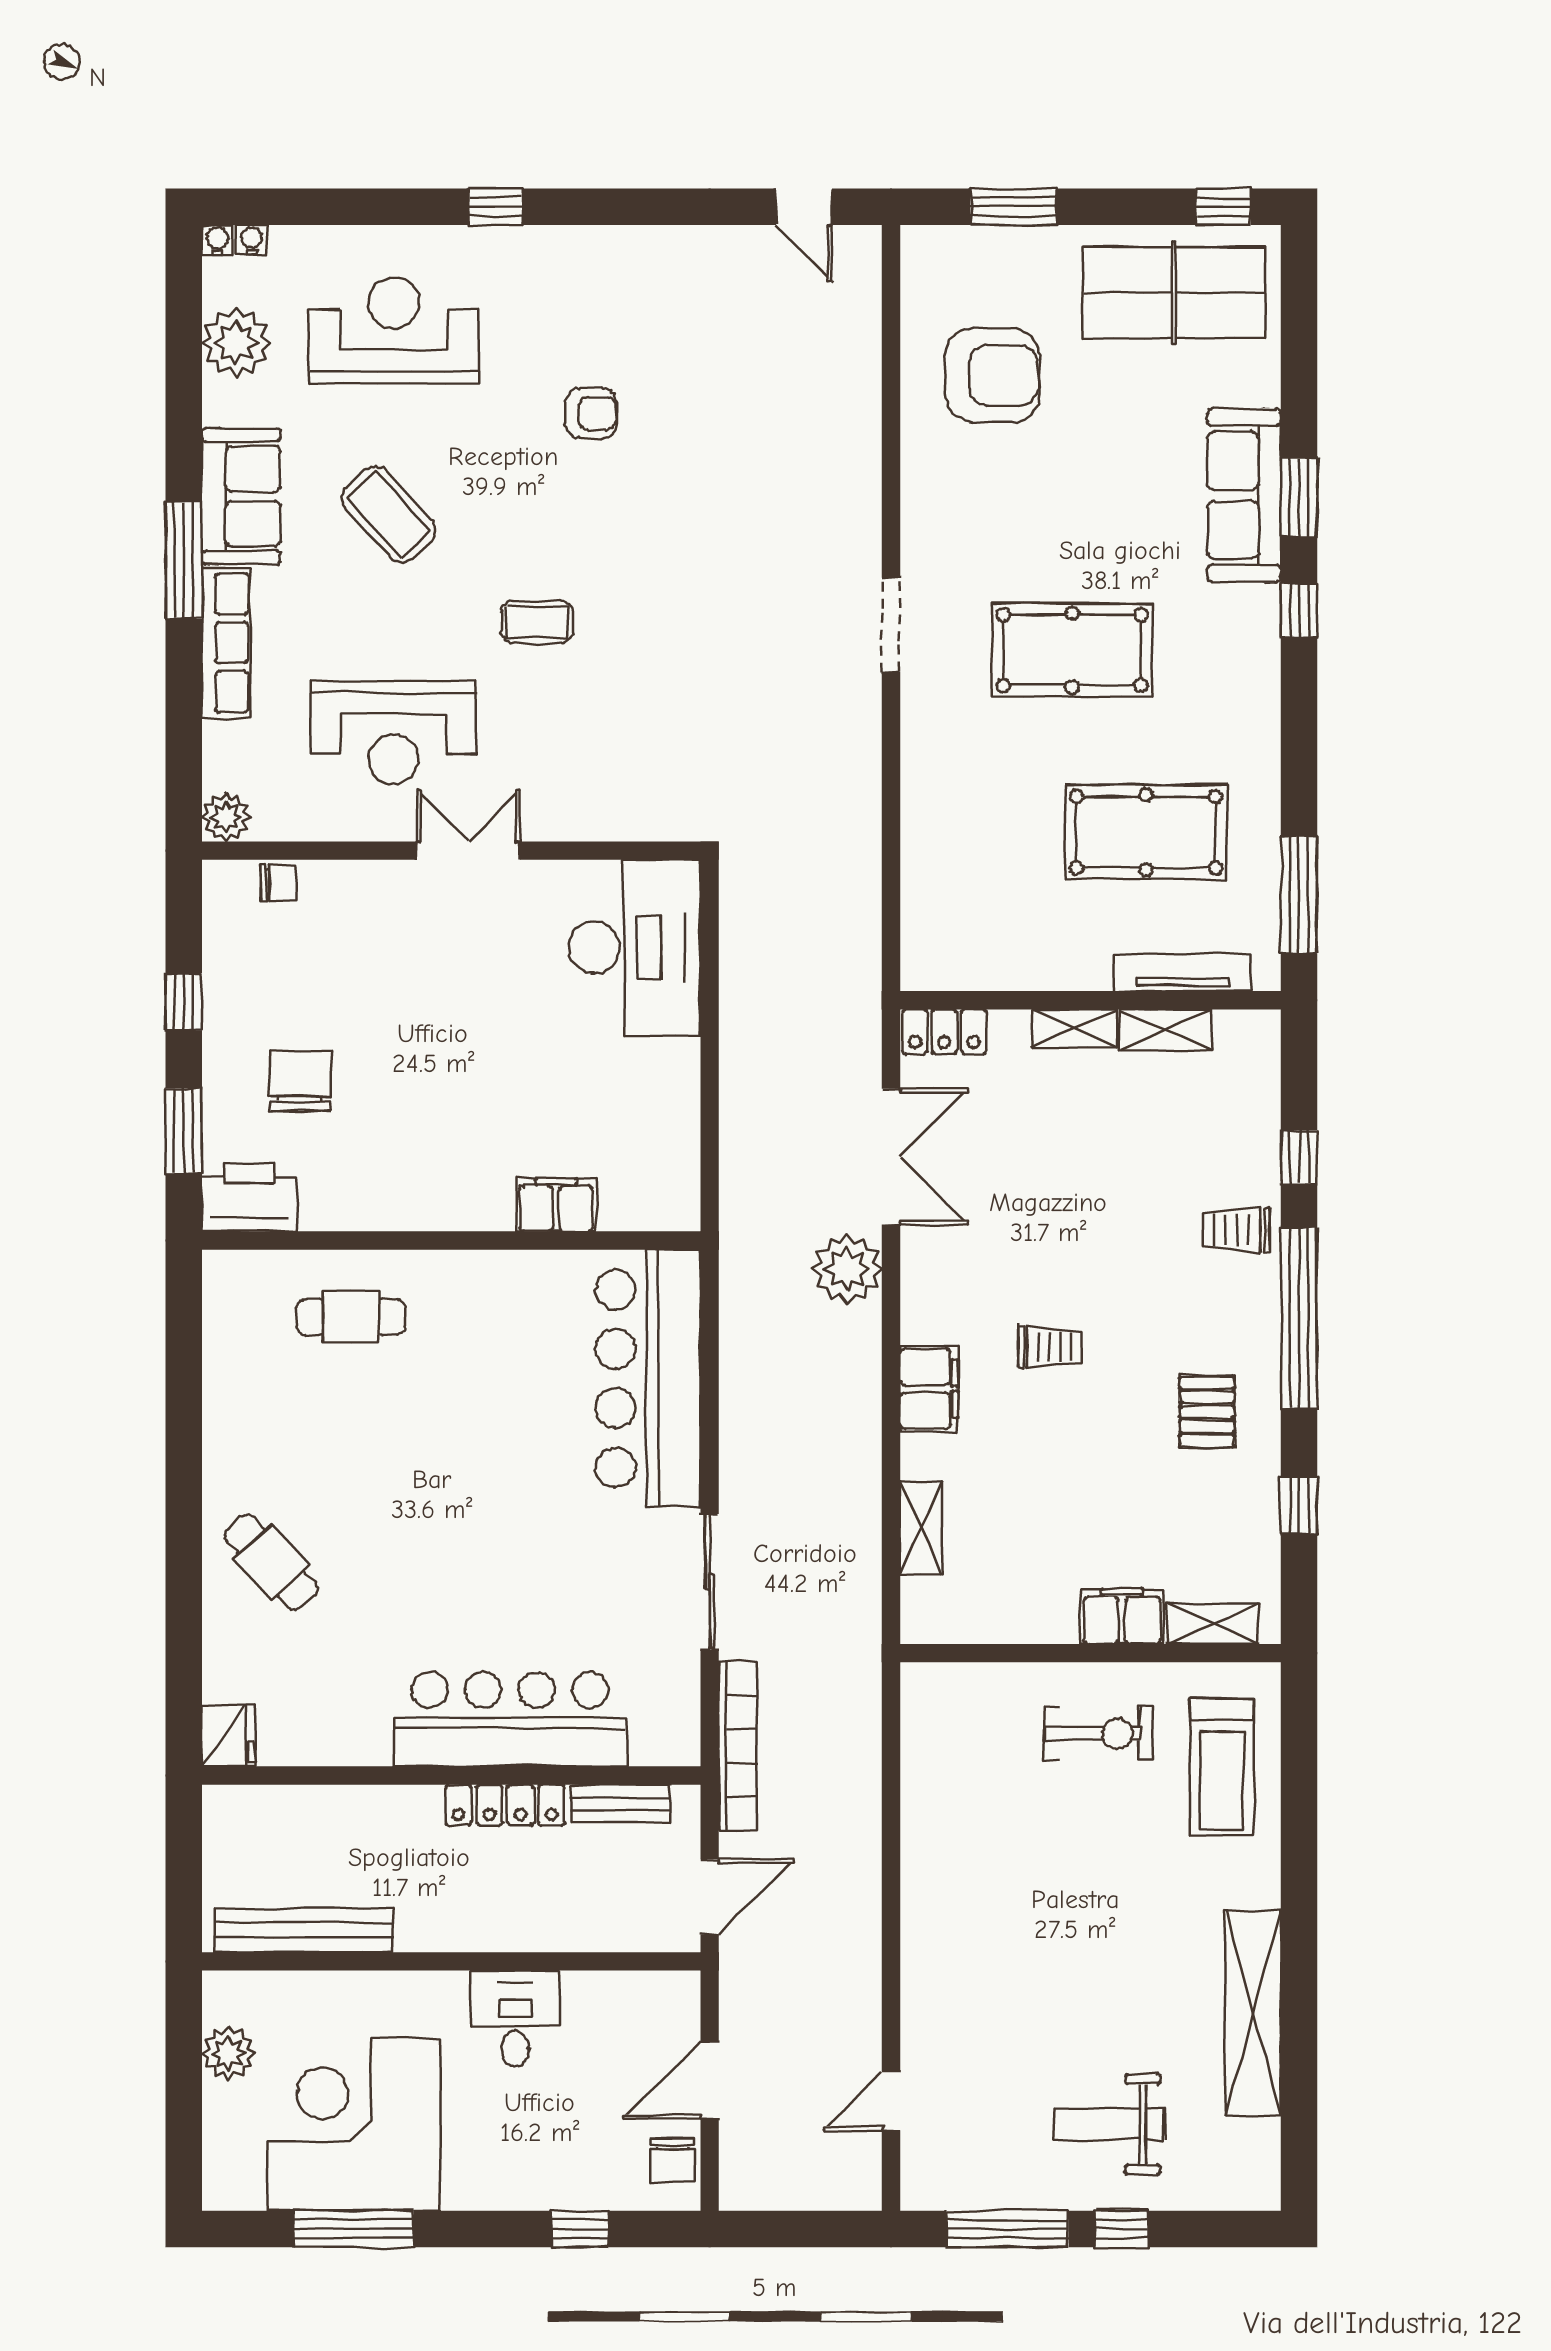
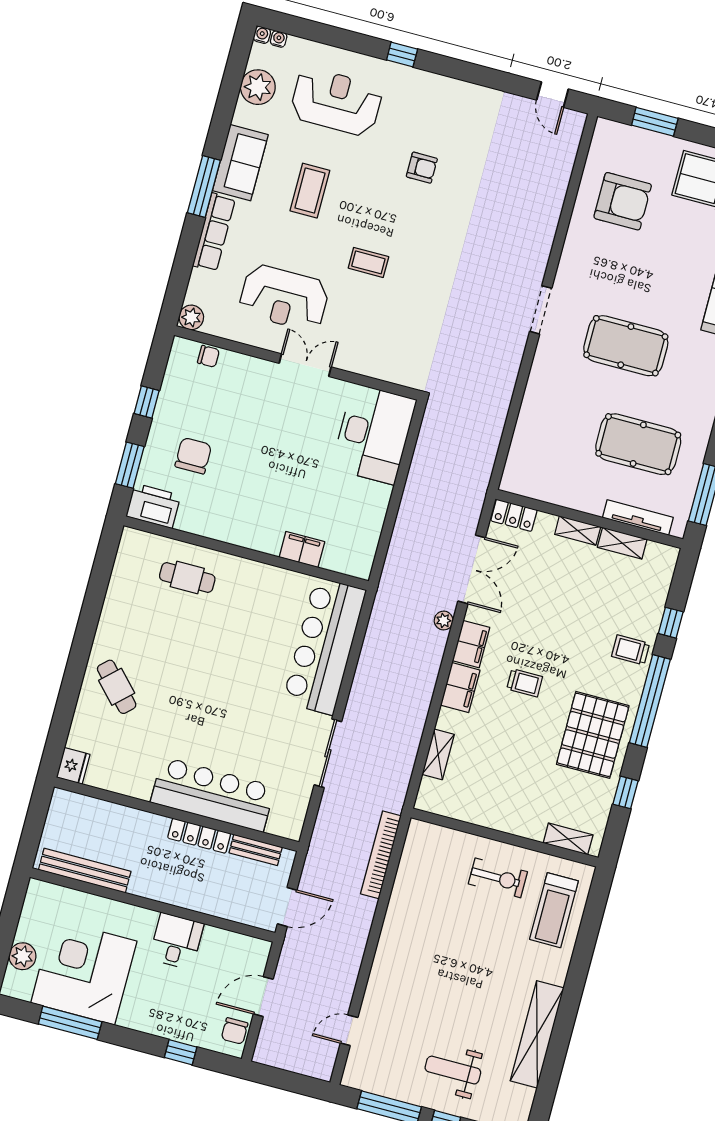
coffee table: (389, 514) -> (310, 191), turned 42
plant: (847, 1269) -> (444, 621), width x0.53, depth x0.53
pallet: (1207, 1412) -> (593, 735), width x2.05, depth x2.00
filing cabinet: (1122, 1616) -> (471, 644), moved, turned 90
bookcase: (738, 1746) -> (381, 855), moved, turned 180
plant: (228, 2053) -> (23, 956), moved

